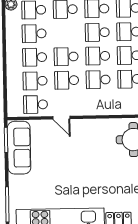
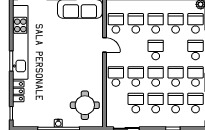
school desk: (67, 80) -> (116, 76), moved
door: (61, 118) -> (104, 45), swing flipped

